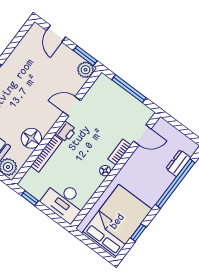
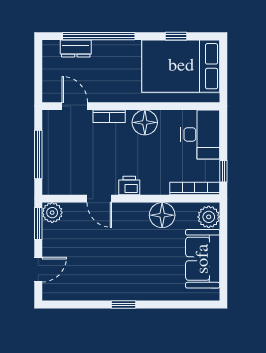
bookcase: (46, 153) -> (195, 189), moved
floor lamp: (105, 171) -> (145, 122), width x1.89, depth x1.89

